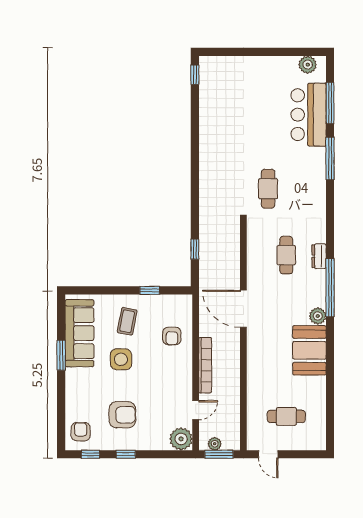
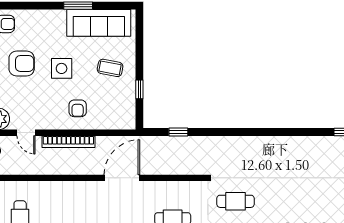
armchair: (172, 336) -> (78, 108), moved, turned -90
side table: (121, 359) -> (62, 68), moved
armchair: (122, 415) -> (22, 63), turned -90

